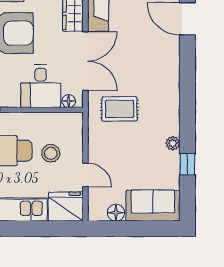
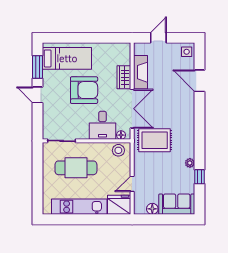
rug: (119, 109) -> (155, 140), width x1.36, depth x1.43
stool: (51, 153) -> (118, 150), moved
door: (85, 175) -> (132, 184), swing flipped

